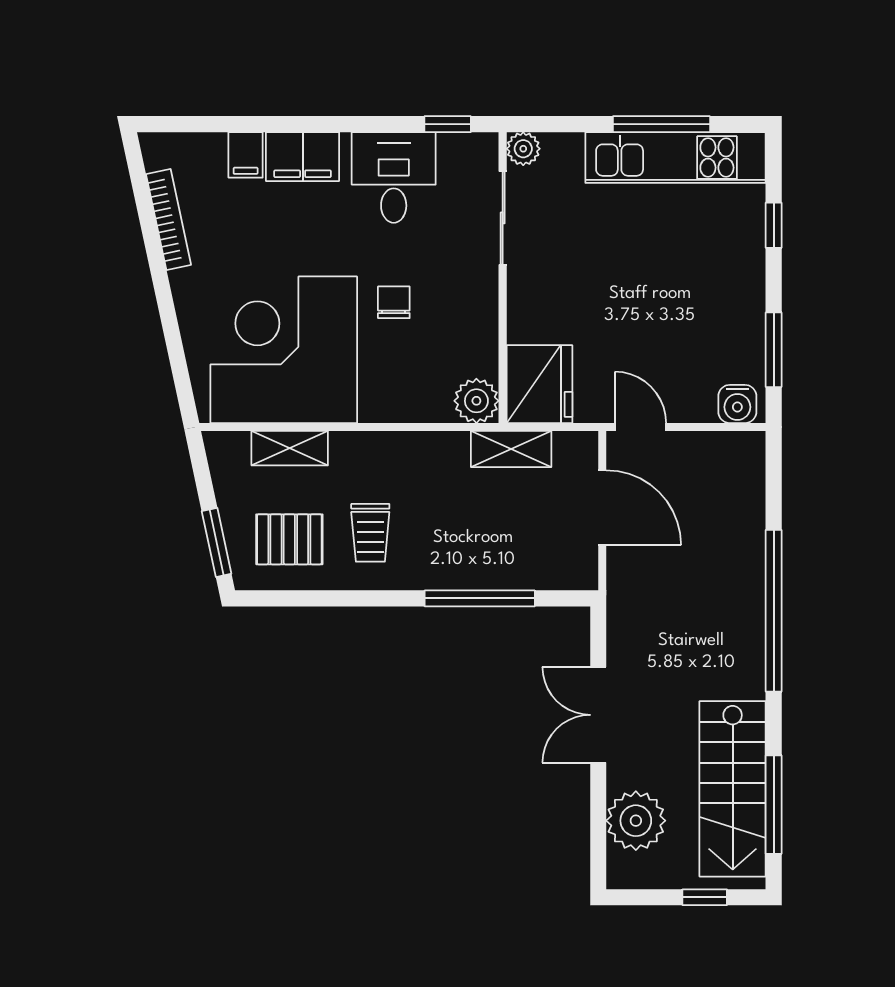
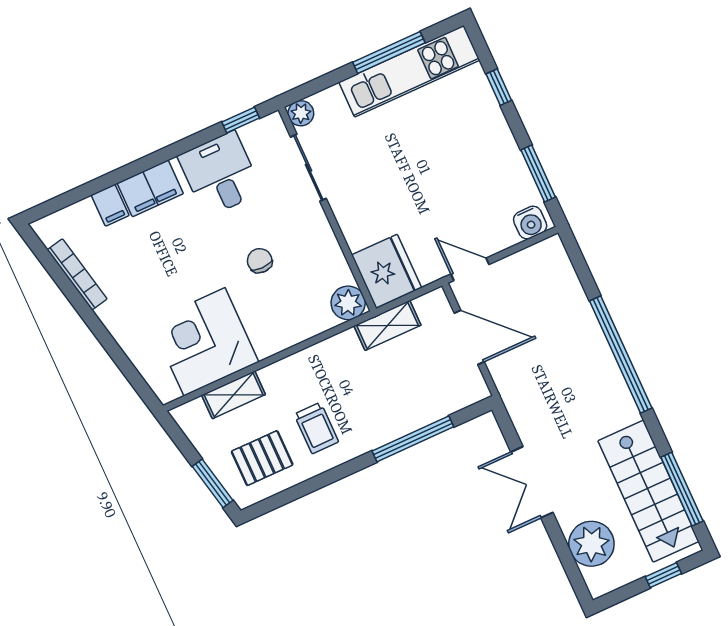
corner desk: (284, 350) -> (204, 342), width x0.74, depth x0.74

